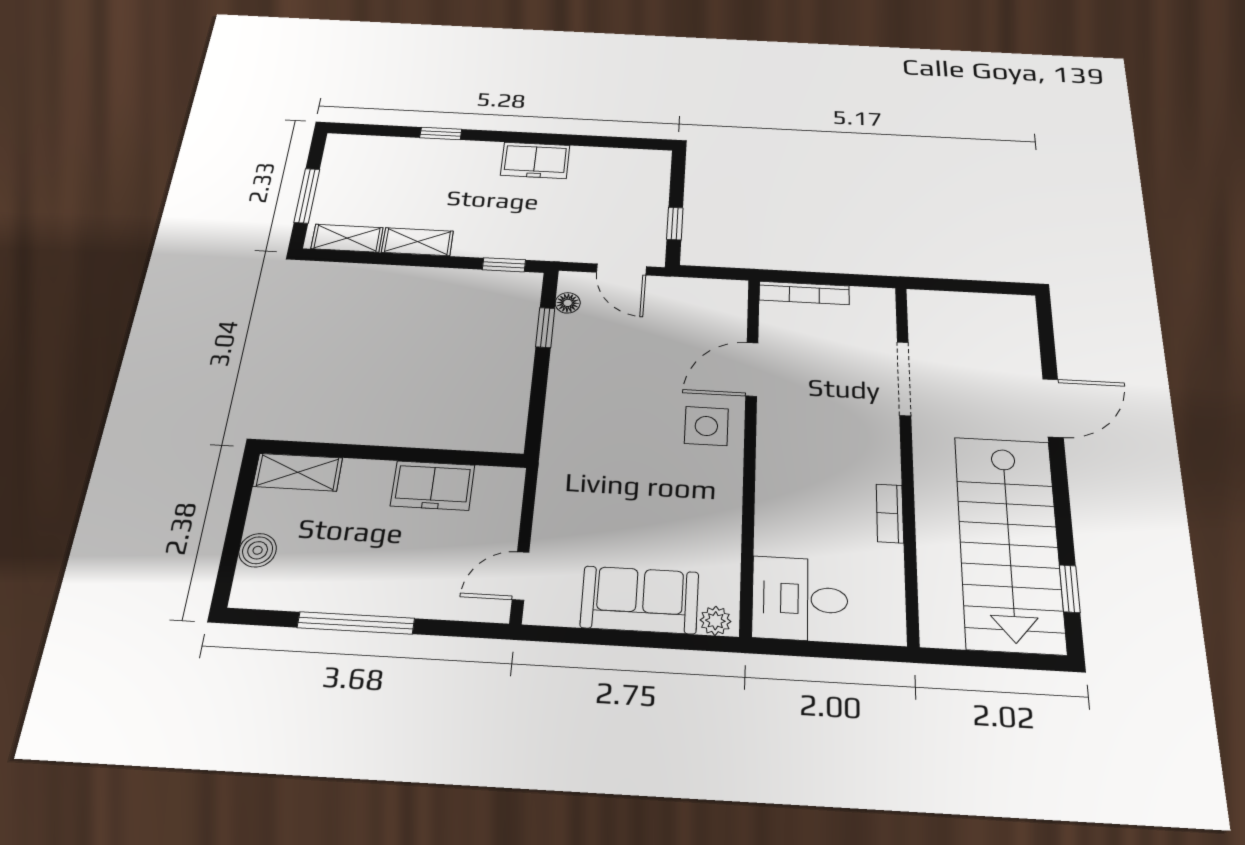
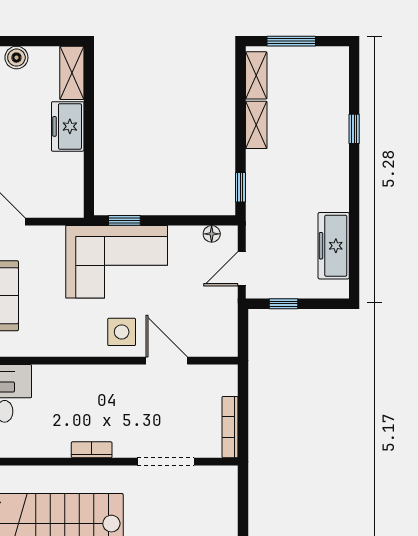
freezer: (535, 160) -> (334, 246), moved, width x1.40
bookcase: (804, 293) -> (230, 427), moved
window: (545, 328) -> (124, 220), moved
corner sofa: (598, 427) -> (117, 262), added
freezer: (433, 485) -> (68, 126), moved
bookcase: (890, 513) -> (92, 450), moved

